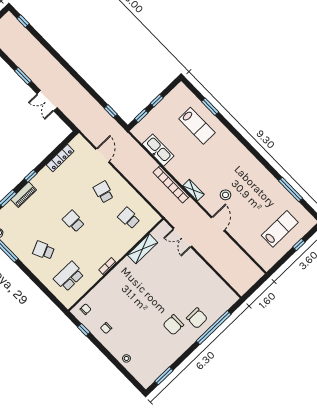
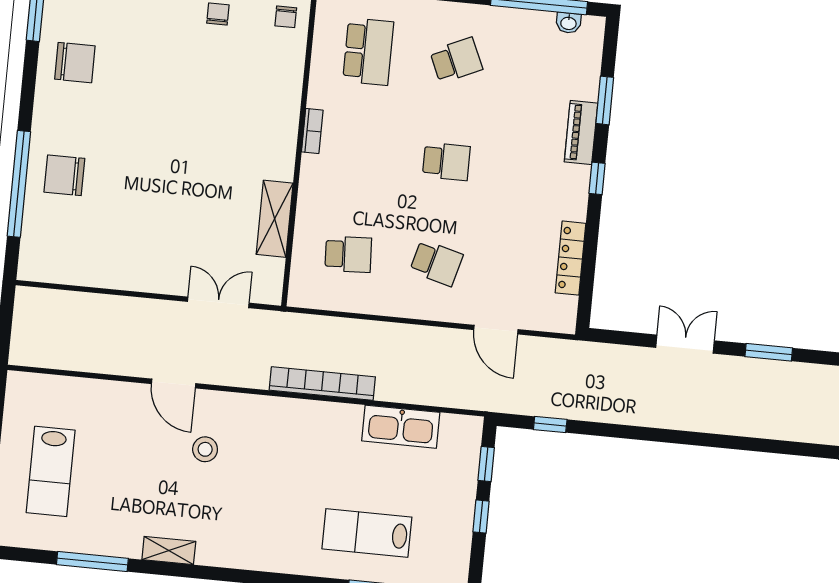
shelving: (193, 190) -> (169, 551), moved
chair: (173, 325) -> (75, 63), moved, turned 90

